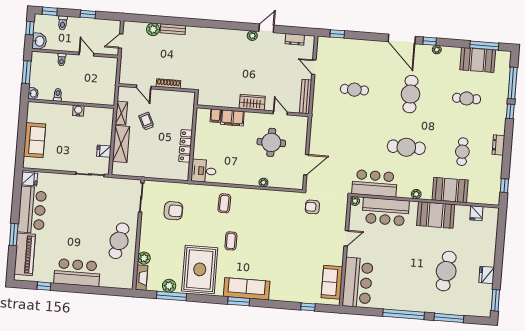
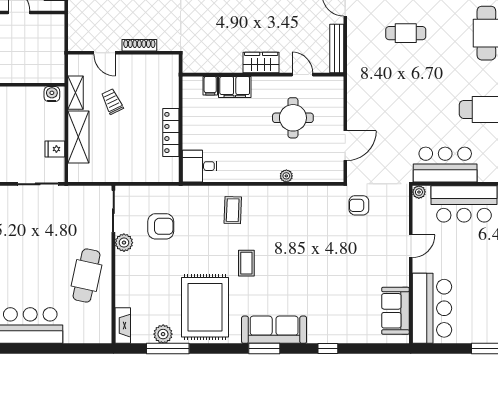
water cooler: (78, 111) -> (52, 94), moved
plant: (144, 258) -> (124, 243), moved
window: (308, 307) -> (328, 349), moved

